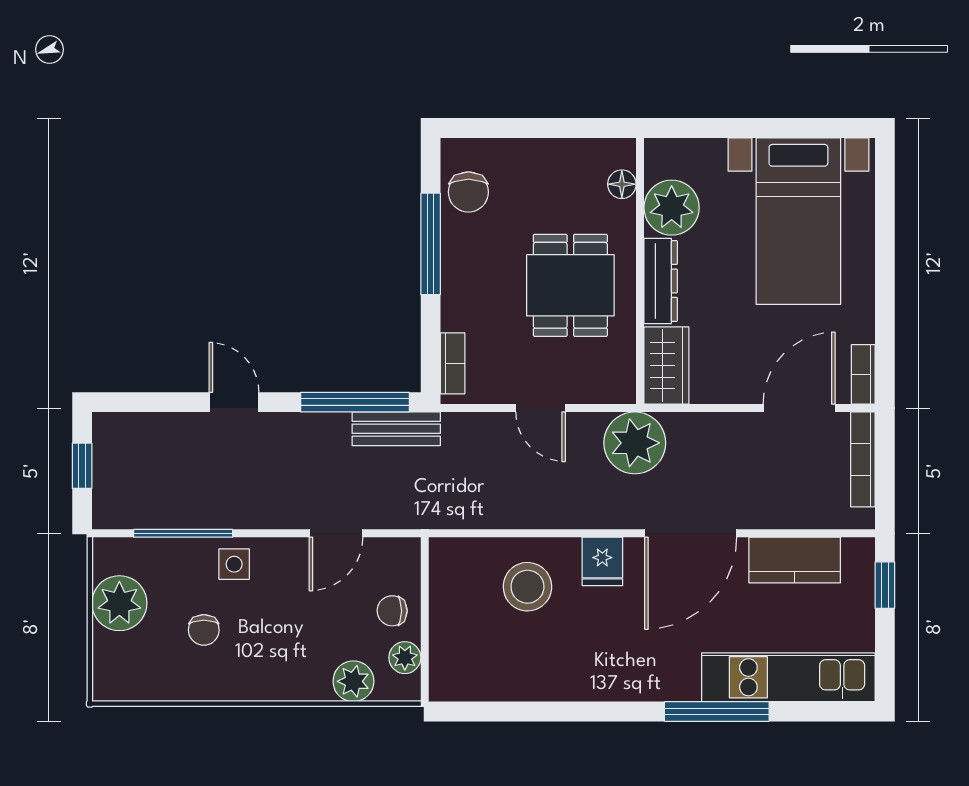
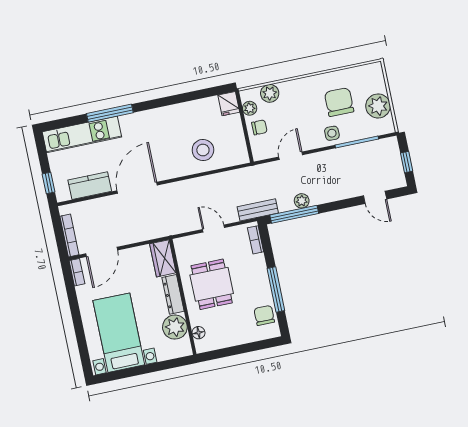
door: (234, 402) -> (375, 197), moved
bench: (396, 429) -> (258, 210), moved
plant: (635, 443) -> (302, 201), moved, width x0.53, depth x0.53
fridge: (602, 561) -> (229, 104), moved, turned 180
chair: (204, 630) -> (339, 102), width x1.87, depth x1.87

